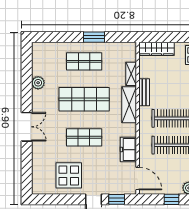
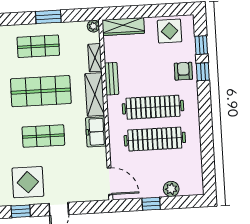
plant: (131, 47) -> (93, 26), added
freezer: (128, 150) -> (96, 132), moved
window: (117, 199) -> (21, 211), moved

